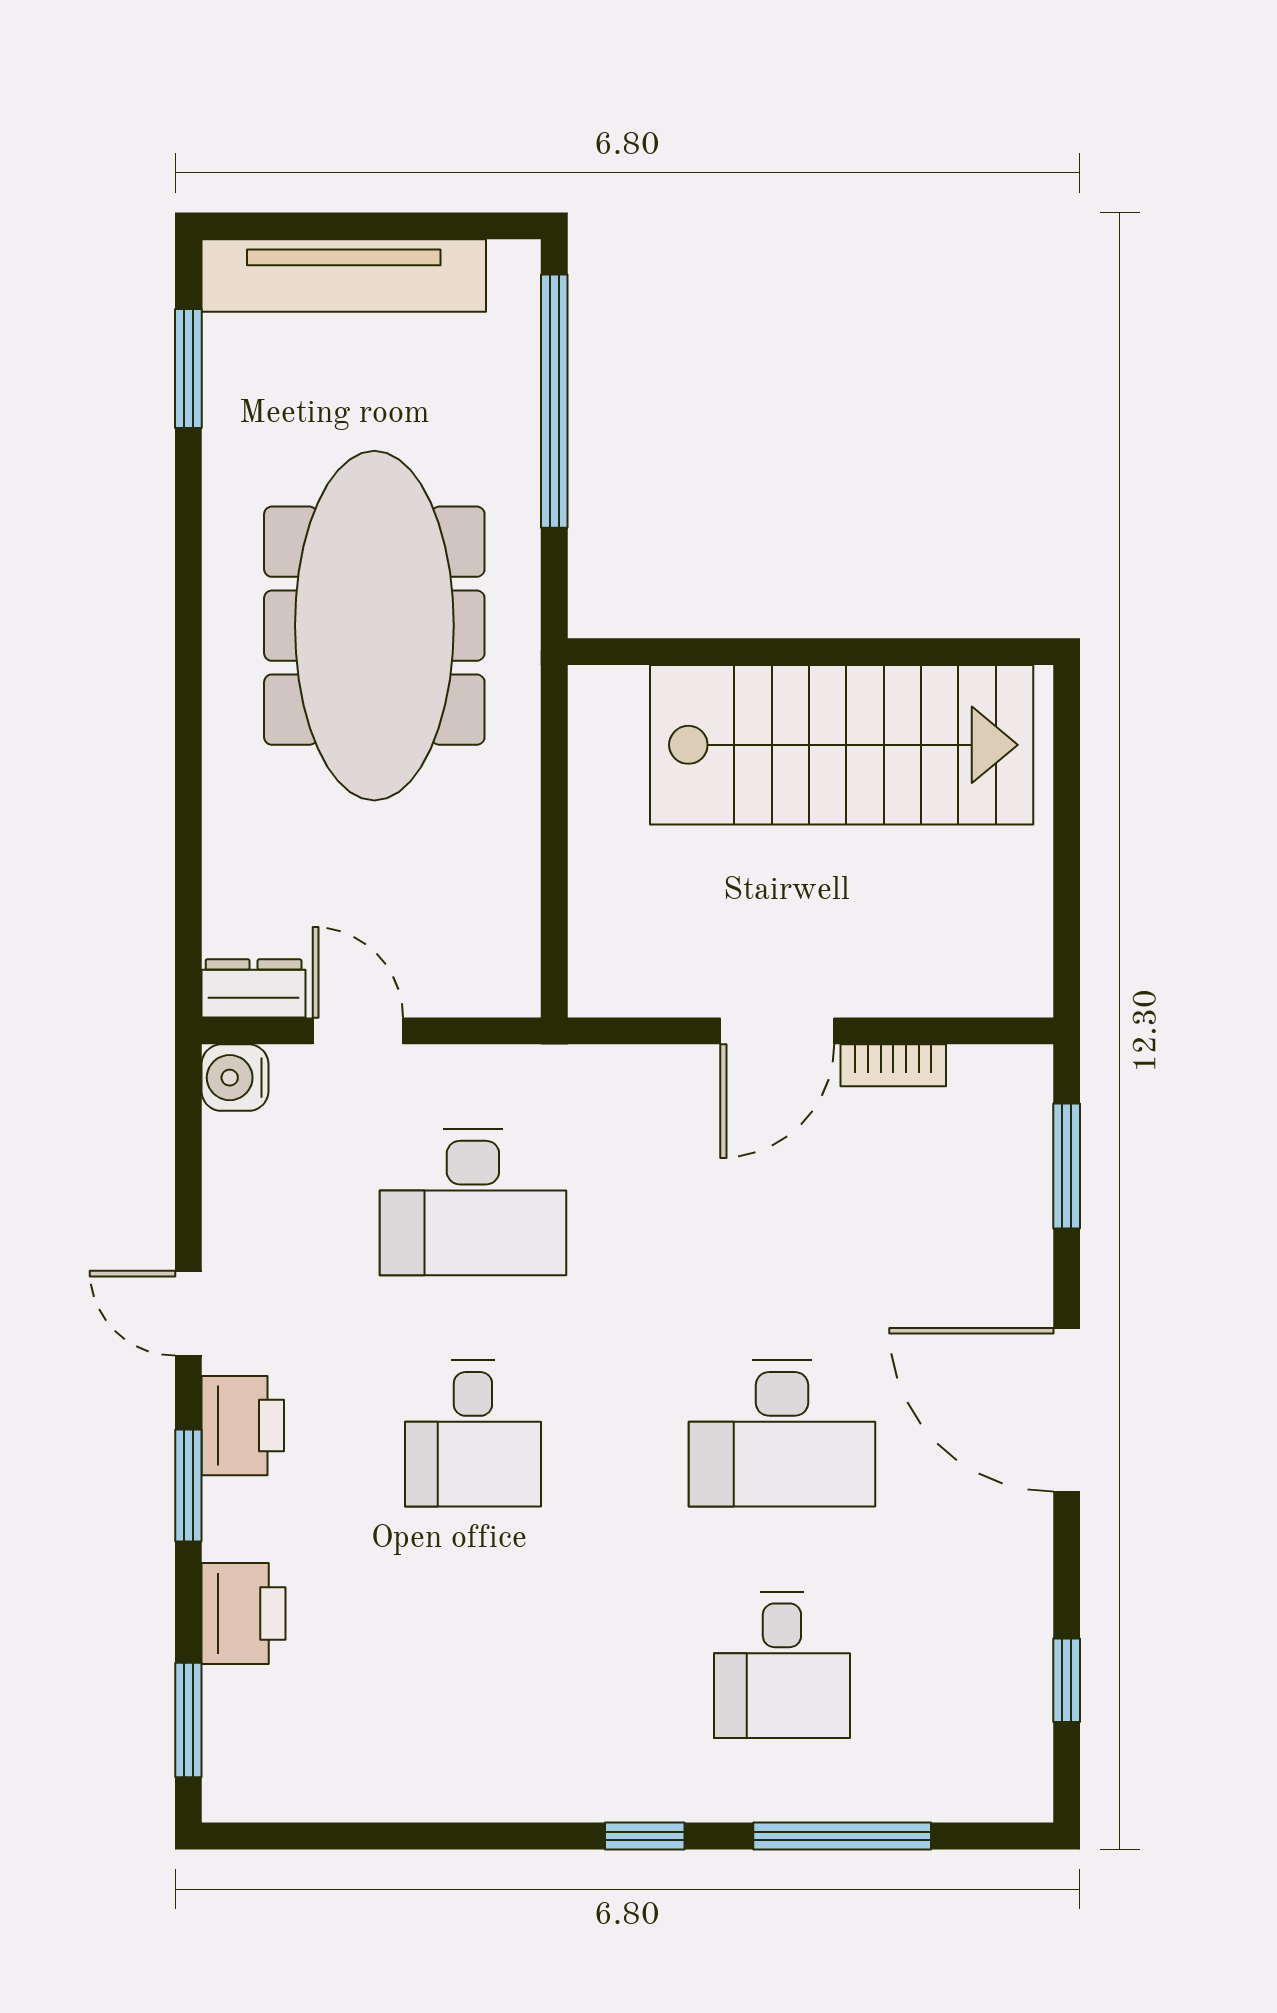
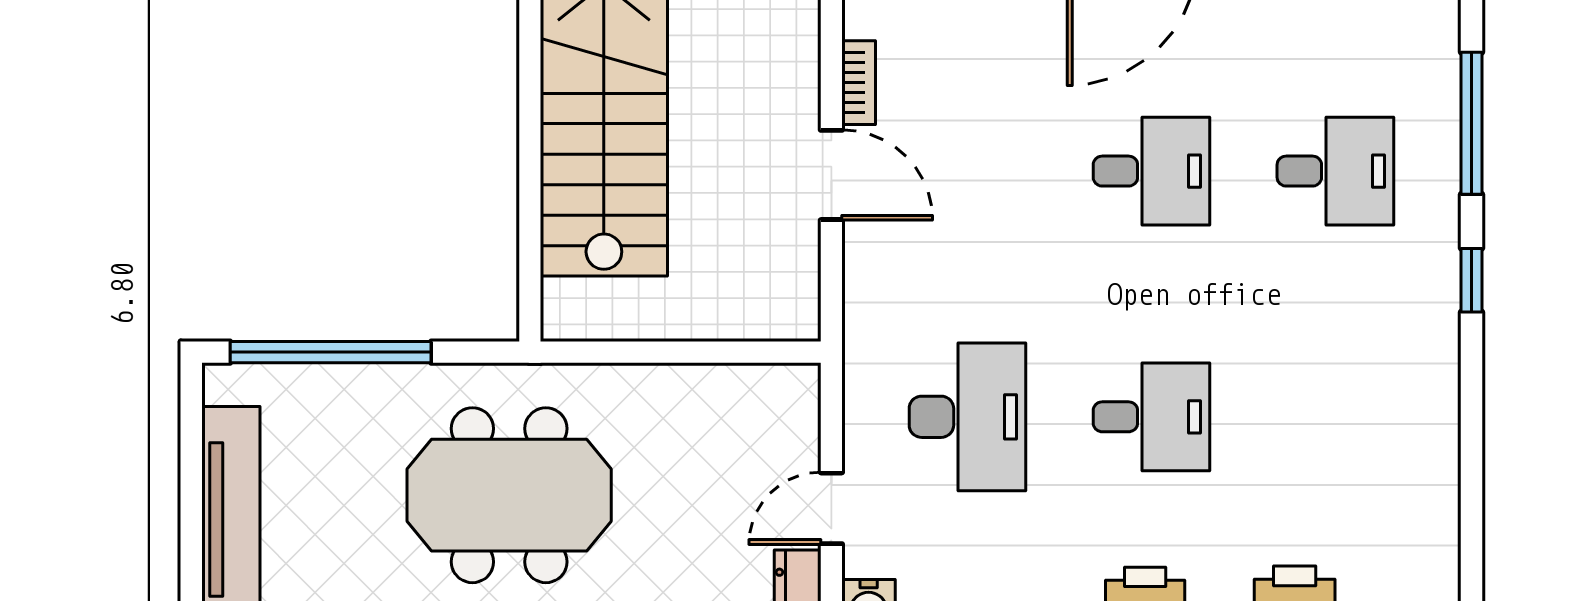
meeting table: (374, 626) -> (509, 495), width x0.73
desk: (782, 1433) -> (1151, 171), width x0.73

